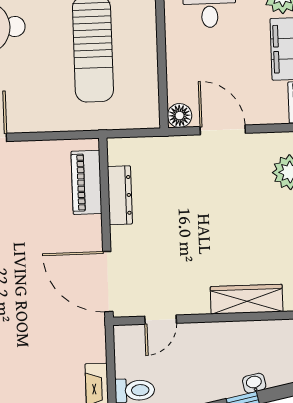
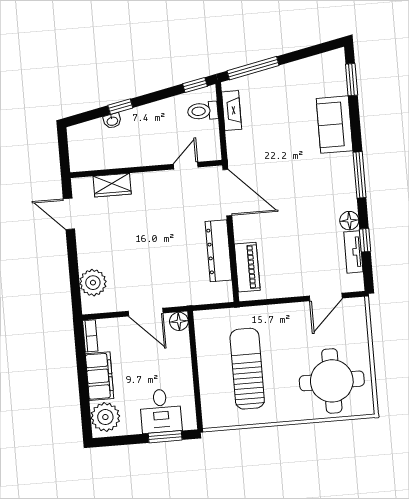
dresser: (120, 195) -> (218, 251), width x1.37, depth x1.24
wardrobe: (247, 299) -> (112, 185), width x0.67

